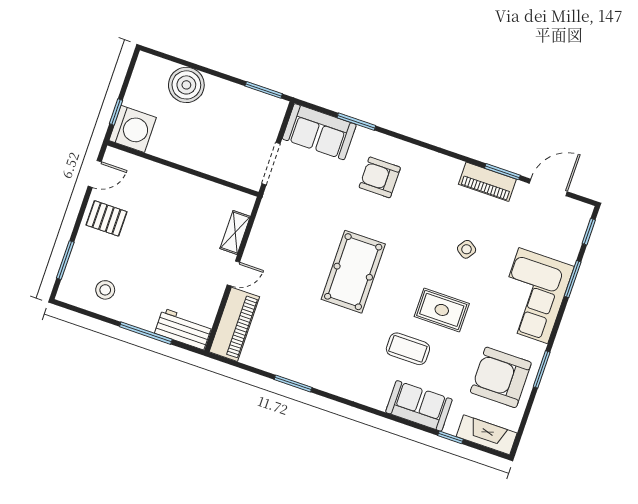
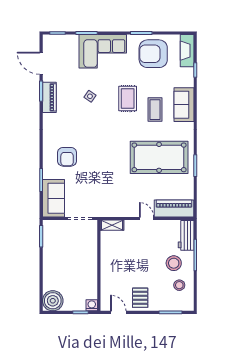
boiler: (186, 85) -> (53, 301), moved
washing machine: (133, 129) -> (92, 305), width x0.53, depth x0.53
shelving: (235, 233) -> (112, 225), moved
pool table: (353, 272) -> (159, 157), moved, width x1.36, depth x1.32
stool: (145, 293) -> (174, 263), added
armchair: (501, 377) -> (153, 54), turned 90
sofa: (419, 406) -> (184, 105), moved

